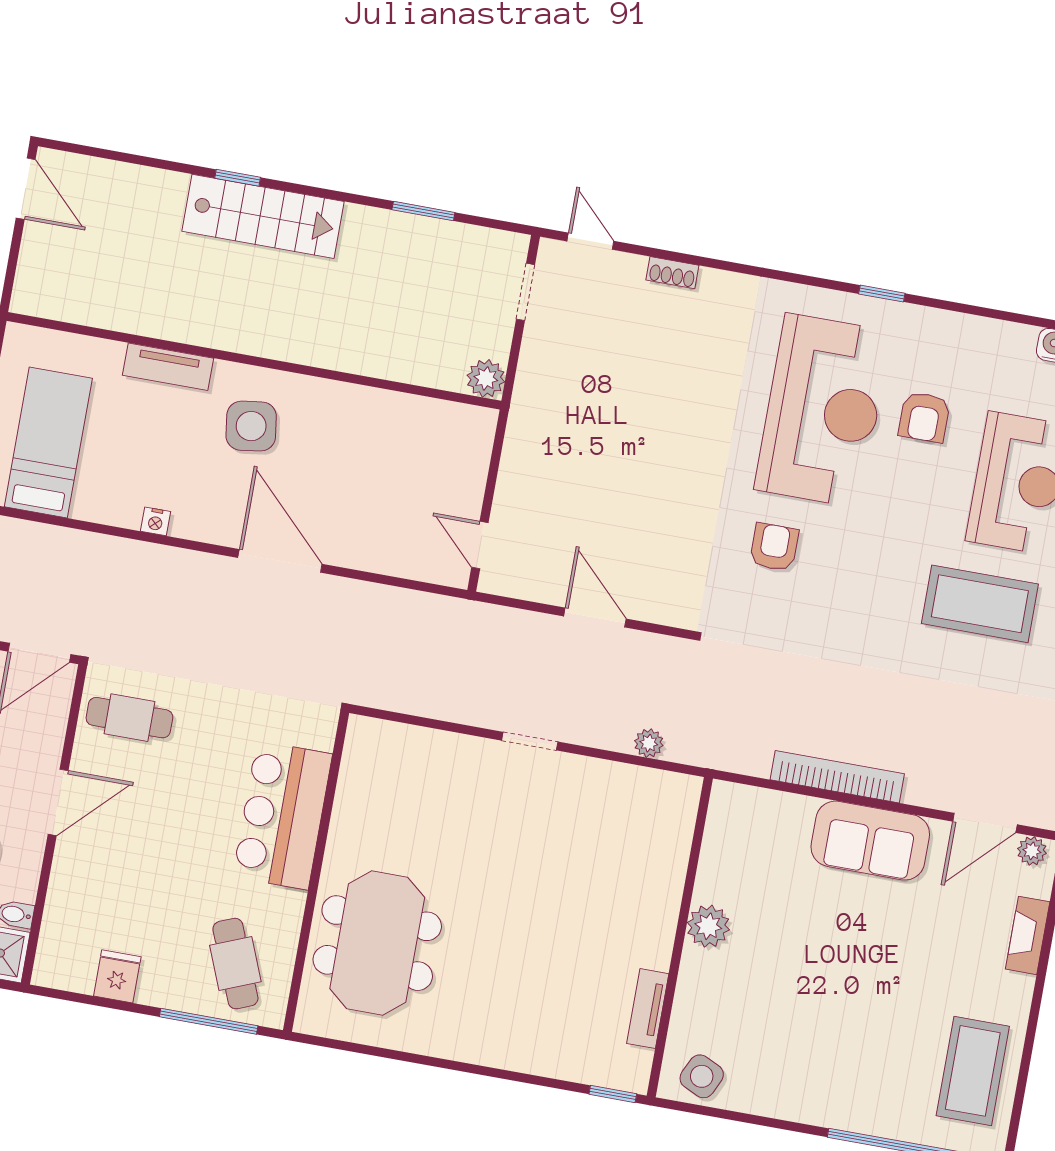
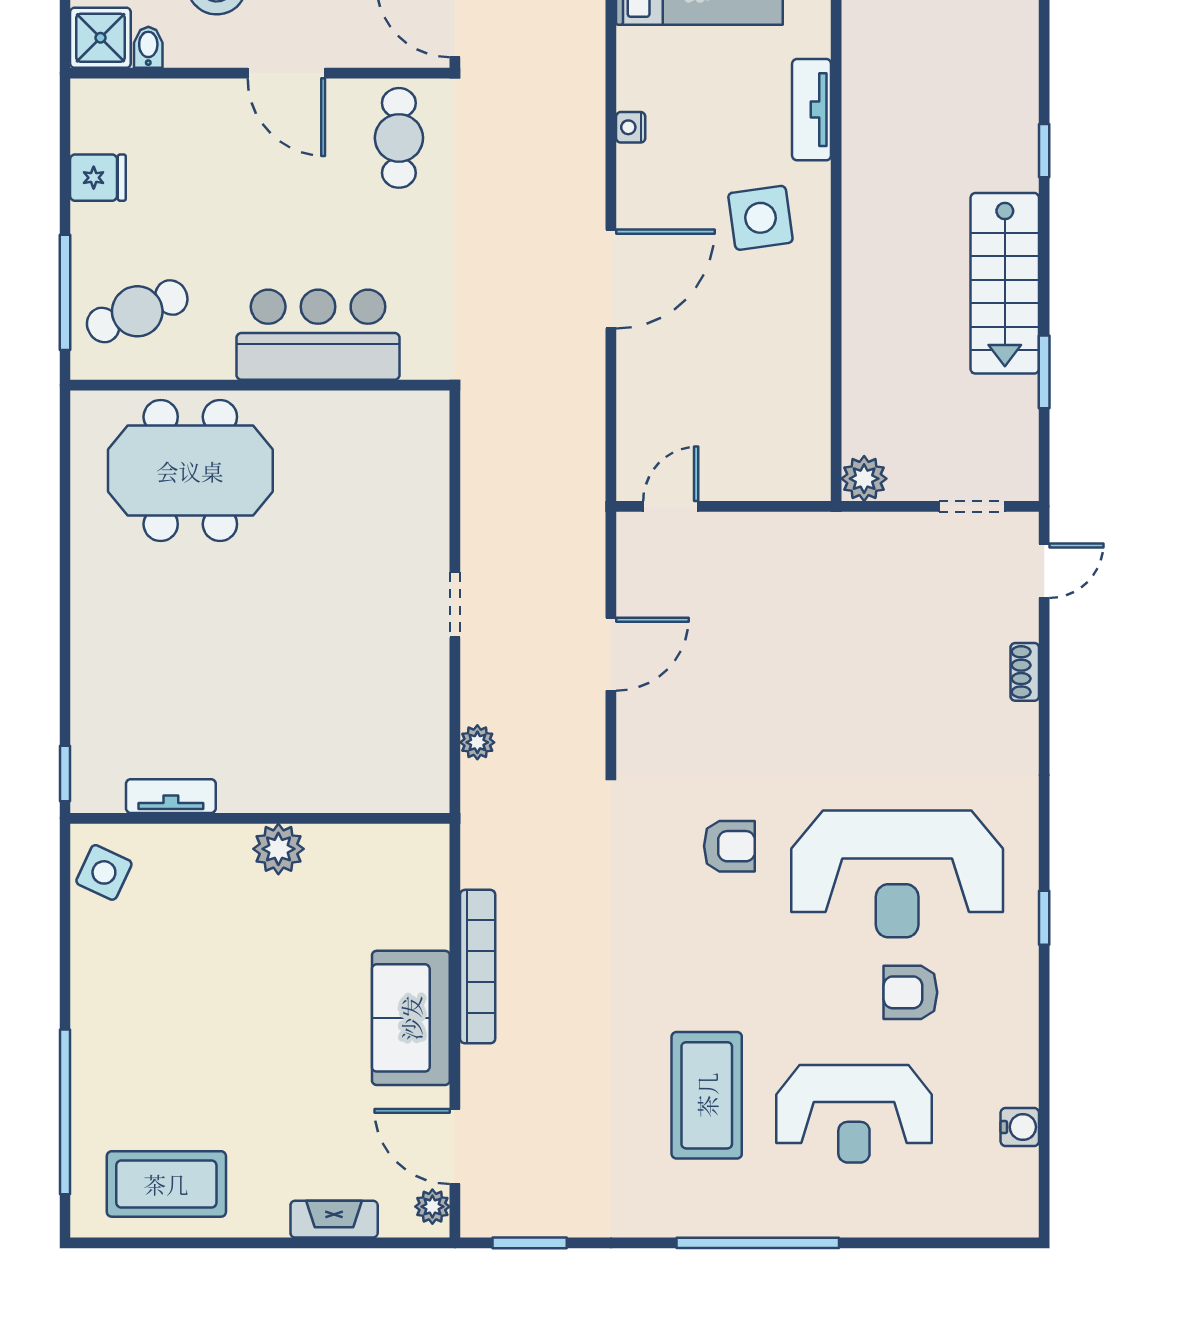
stairs: (263, 216) -> (1005, 283), moved

